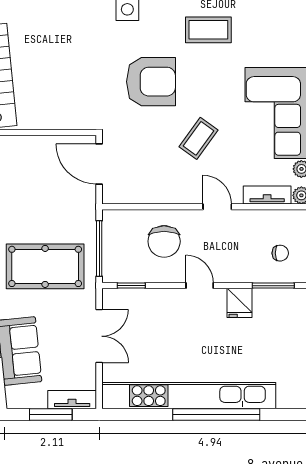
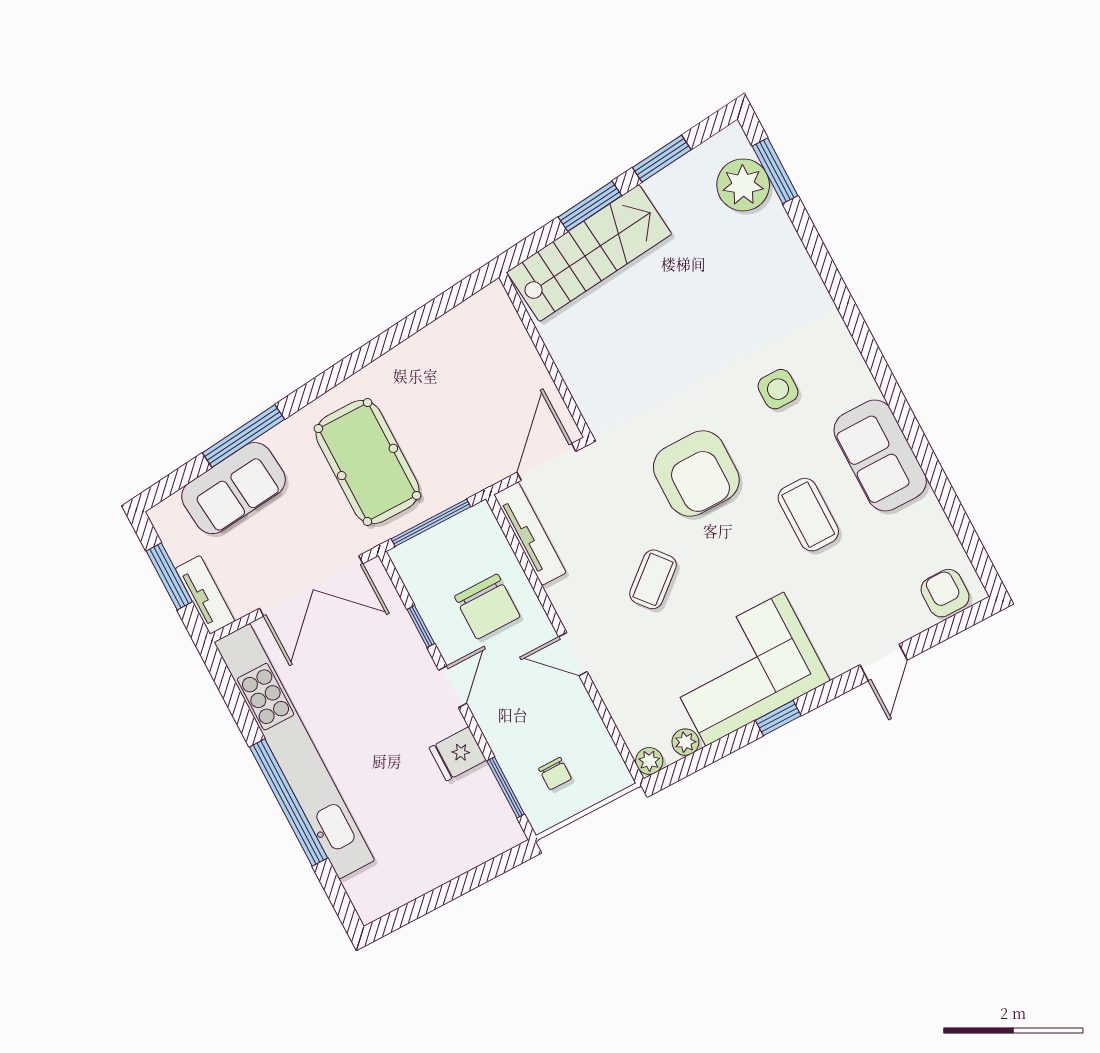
coffee table: (199, 138) -> (653, 579), turned -76
tv unit: (267, 195) -> (530, 534), moved, width x1.41
door: (217, 207) -> (573, 654), swing flipped
chair: (164, 241) -> (487, 607), turned -90
window: (131, 286) -> (421, 626), moved
double door: (99, 336) -> (311, 586), width x1.37

